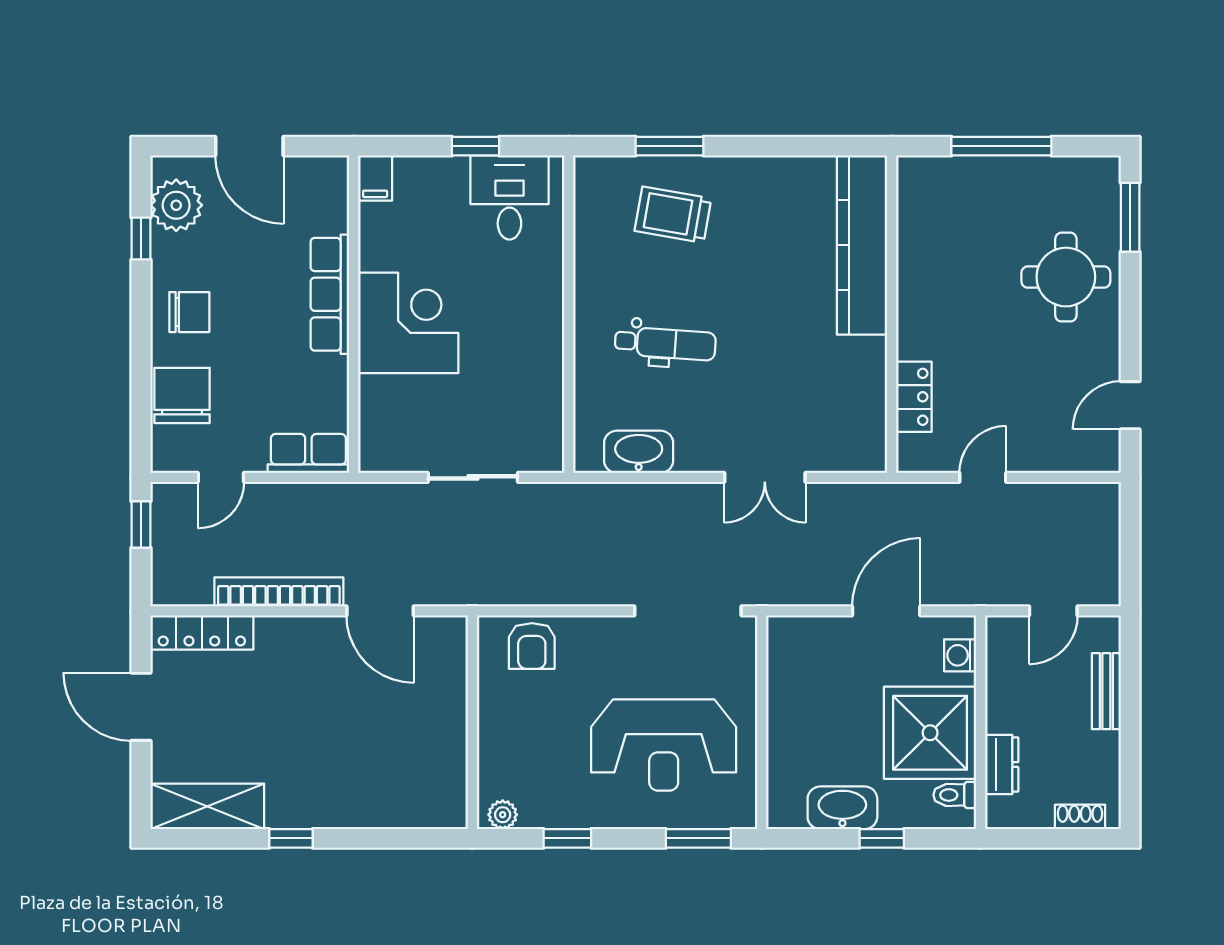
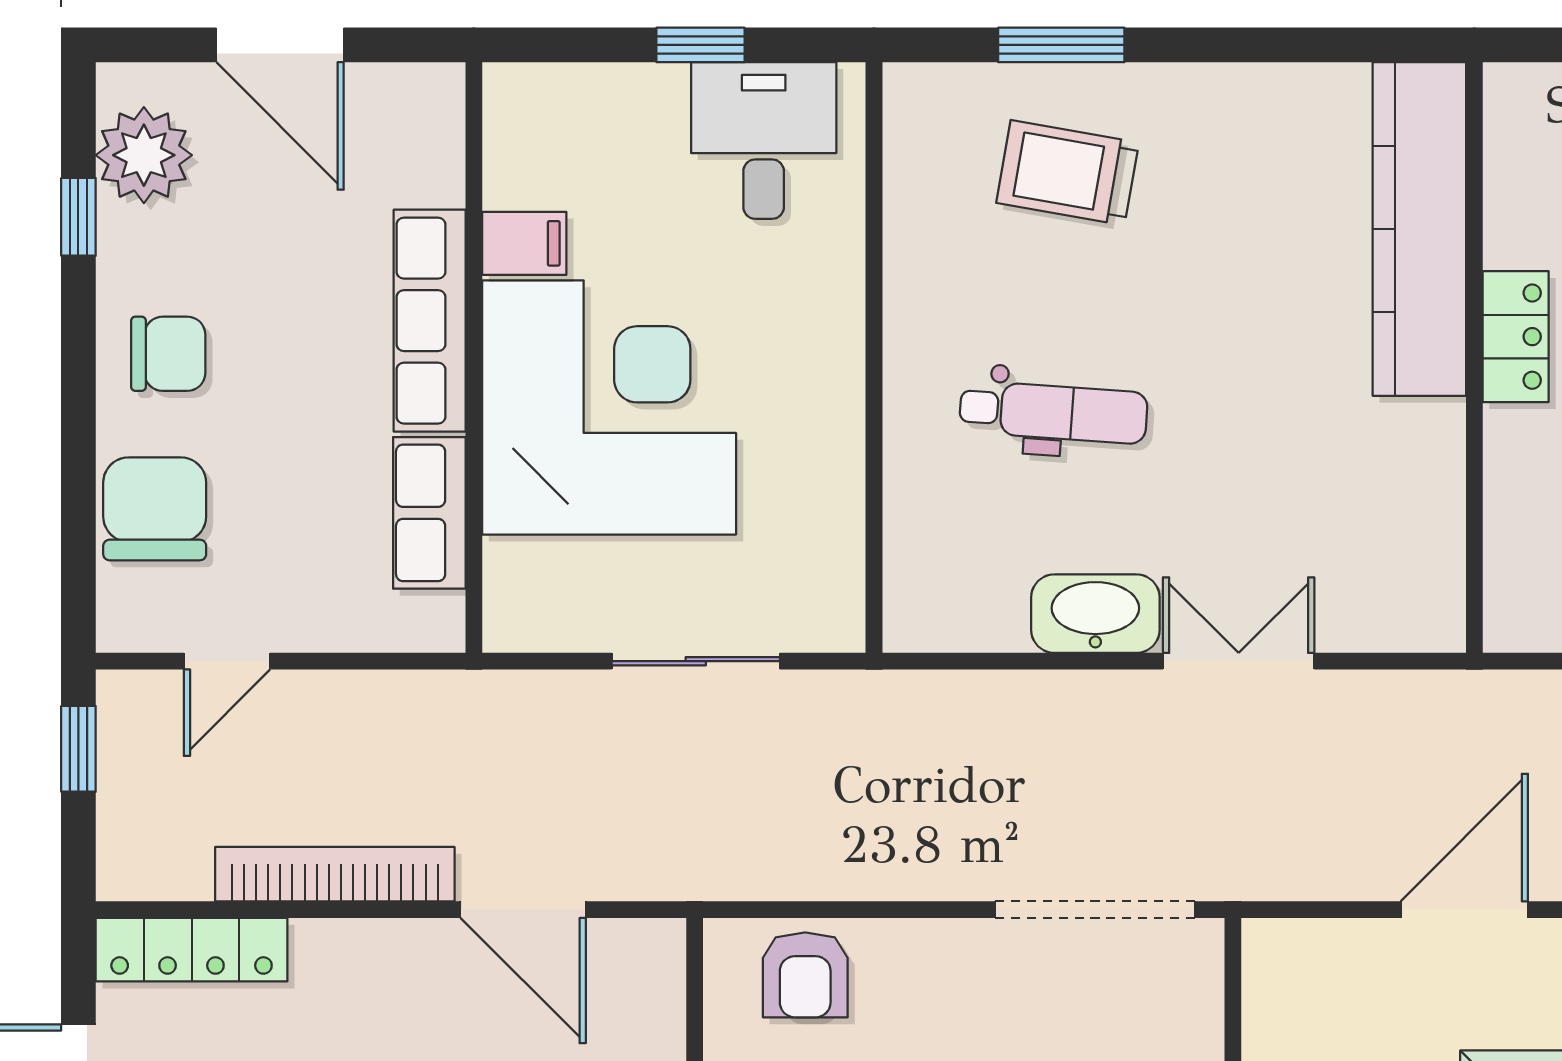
filing cabinet: (375, 178) -> (524, 243), moved, turned -90
corner desk: (408, 323) -> (609, 408), width x1.36, depth x1.36
locker: (914, 397) -> (1516, 337), moved
washbasin: (639, 452) -> (1095, 614), moved
row of seats: (308, 453) -> (429, 513), moved, turned -90
double door: (765, 477) -> (1239, 661), swing flipped

